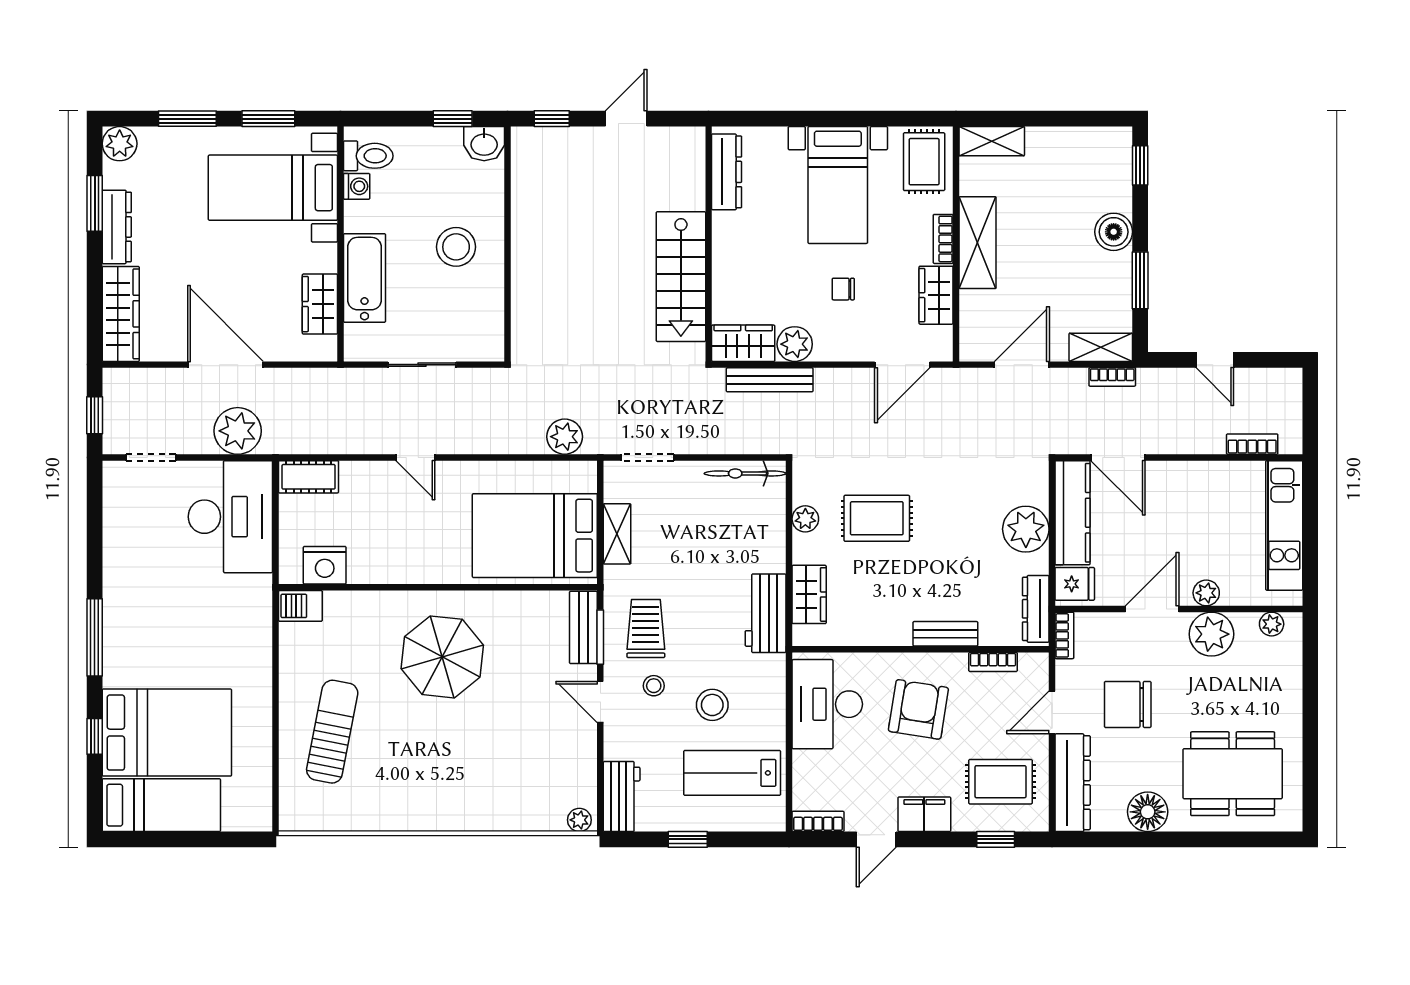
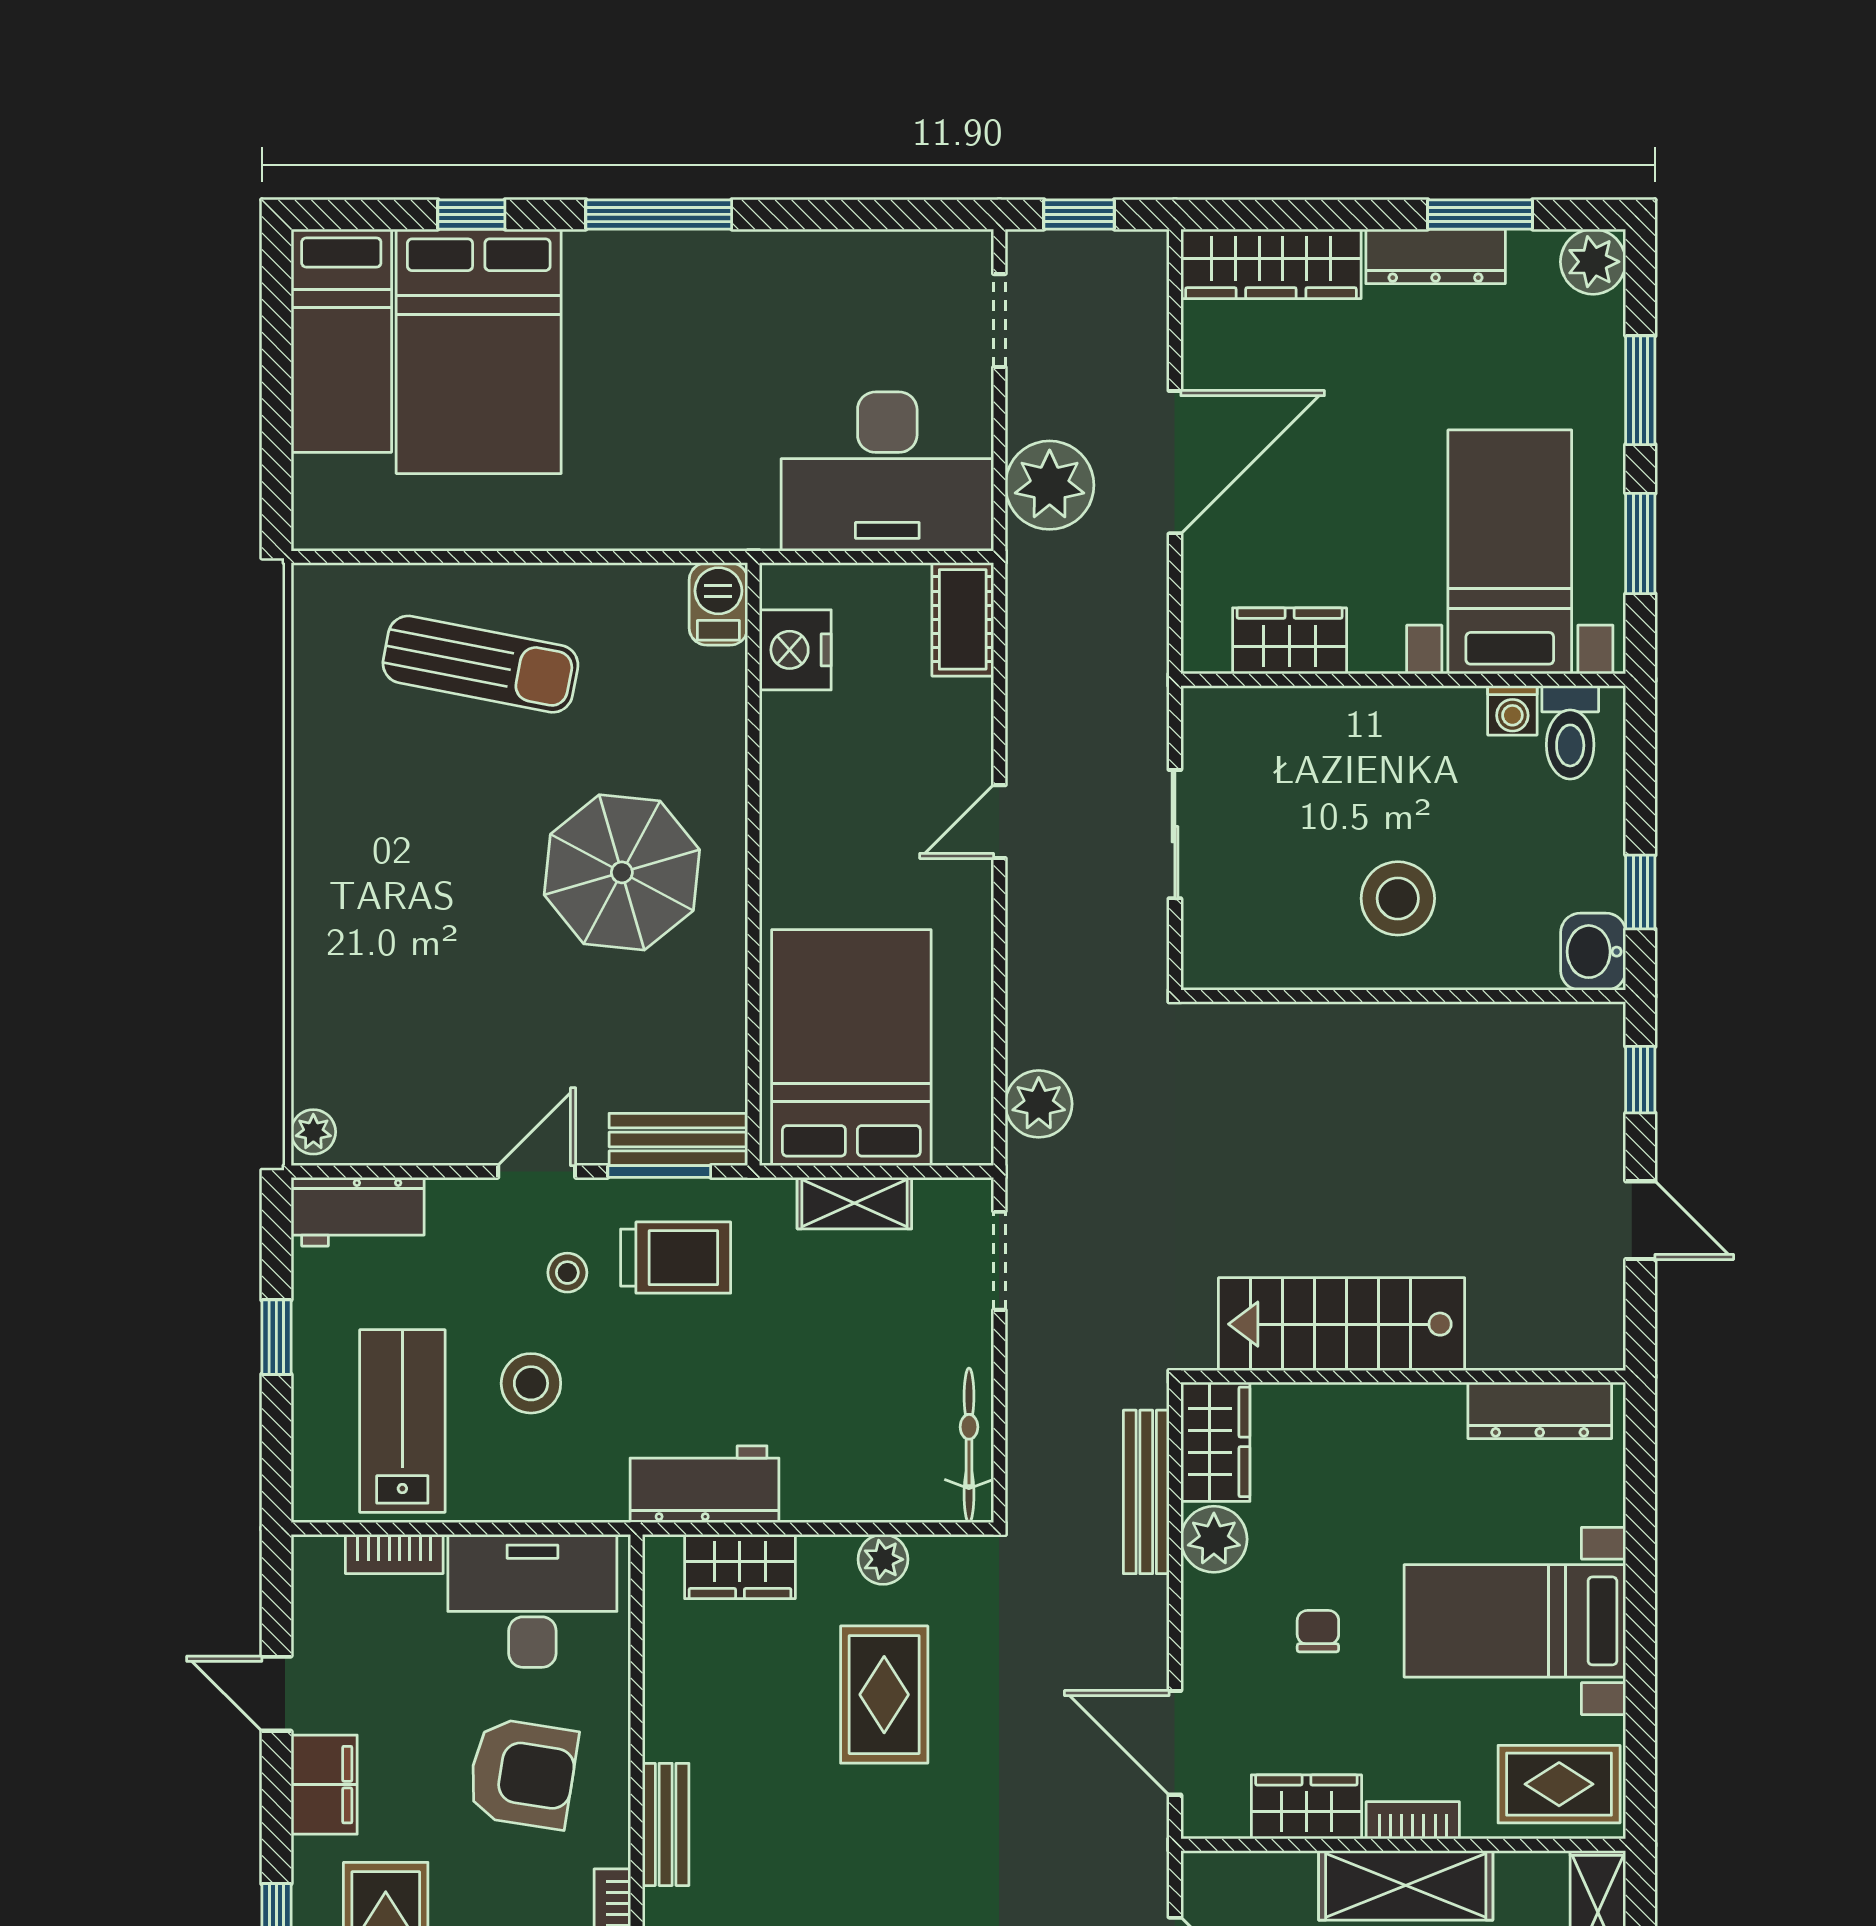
bathtub: (364, 278) -> (1339, 725), removed
bookcase: (818, 821) -> (394, 1554), moved, turned 90

